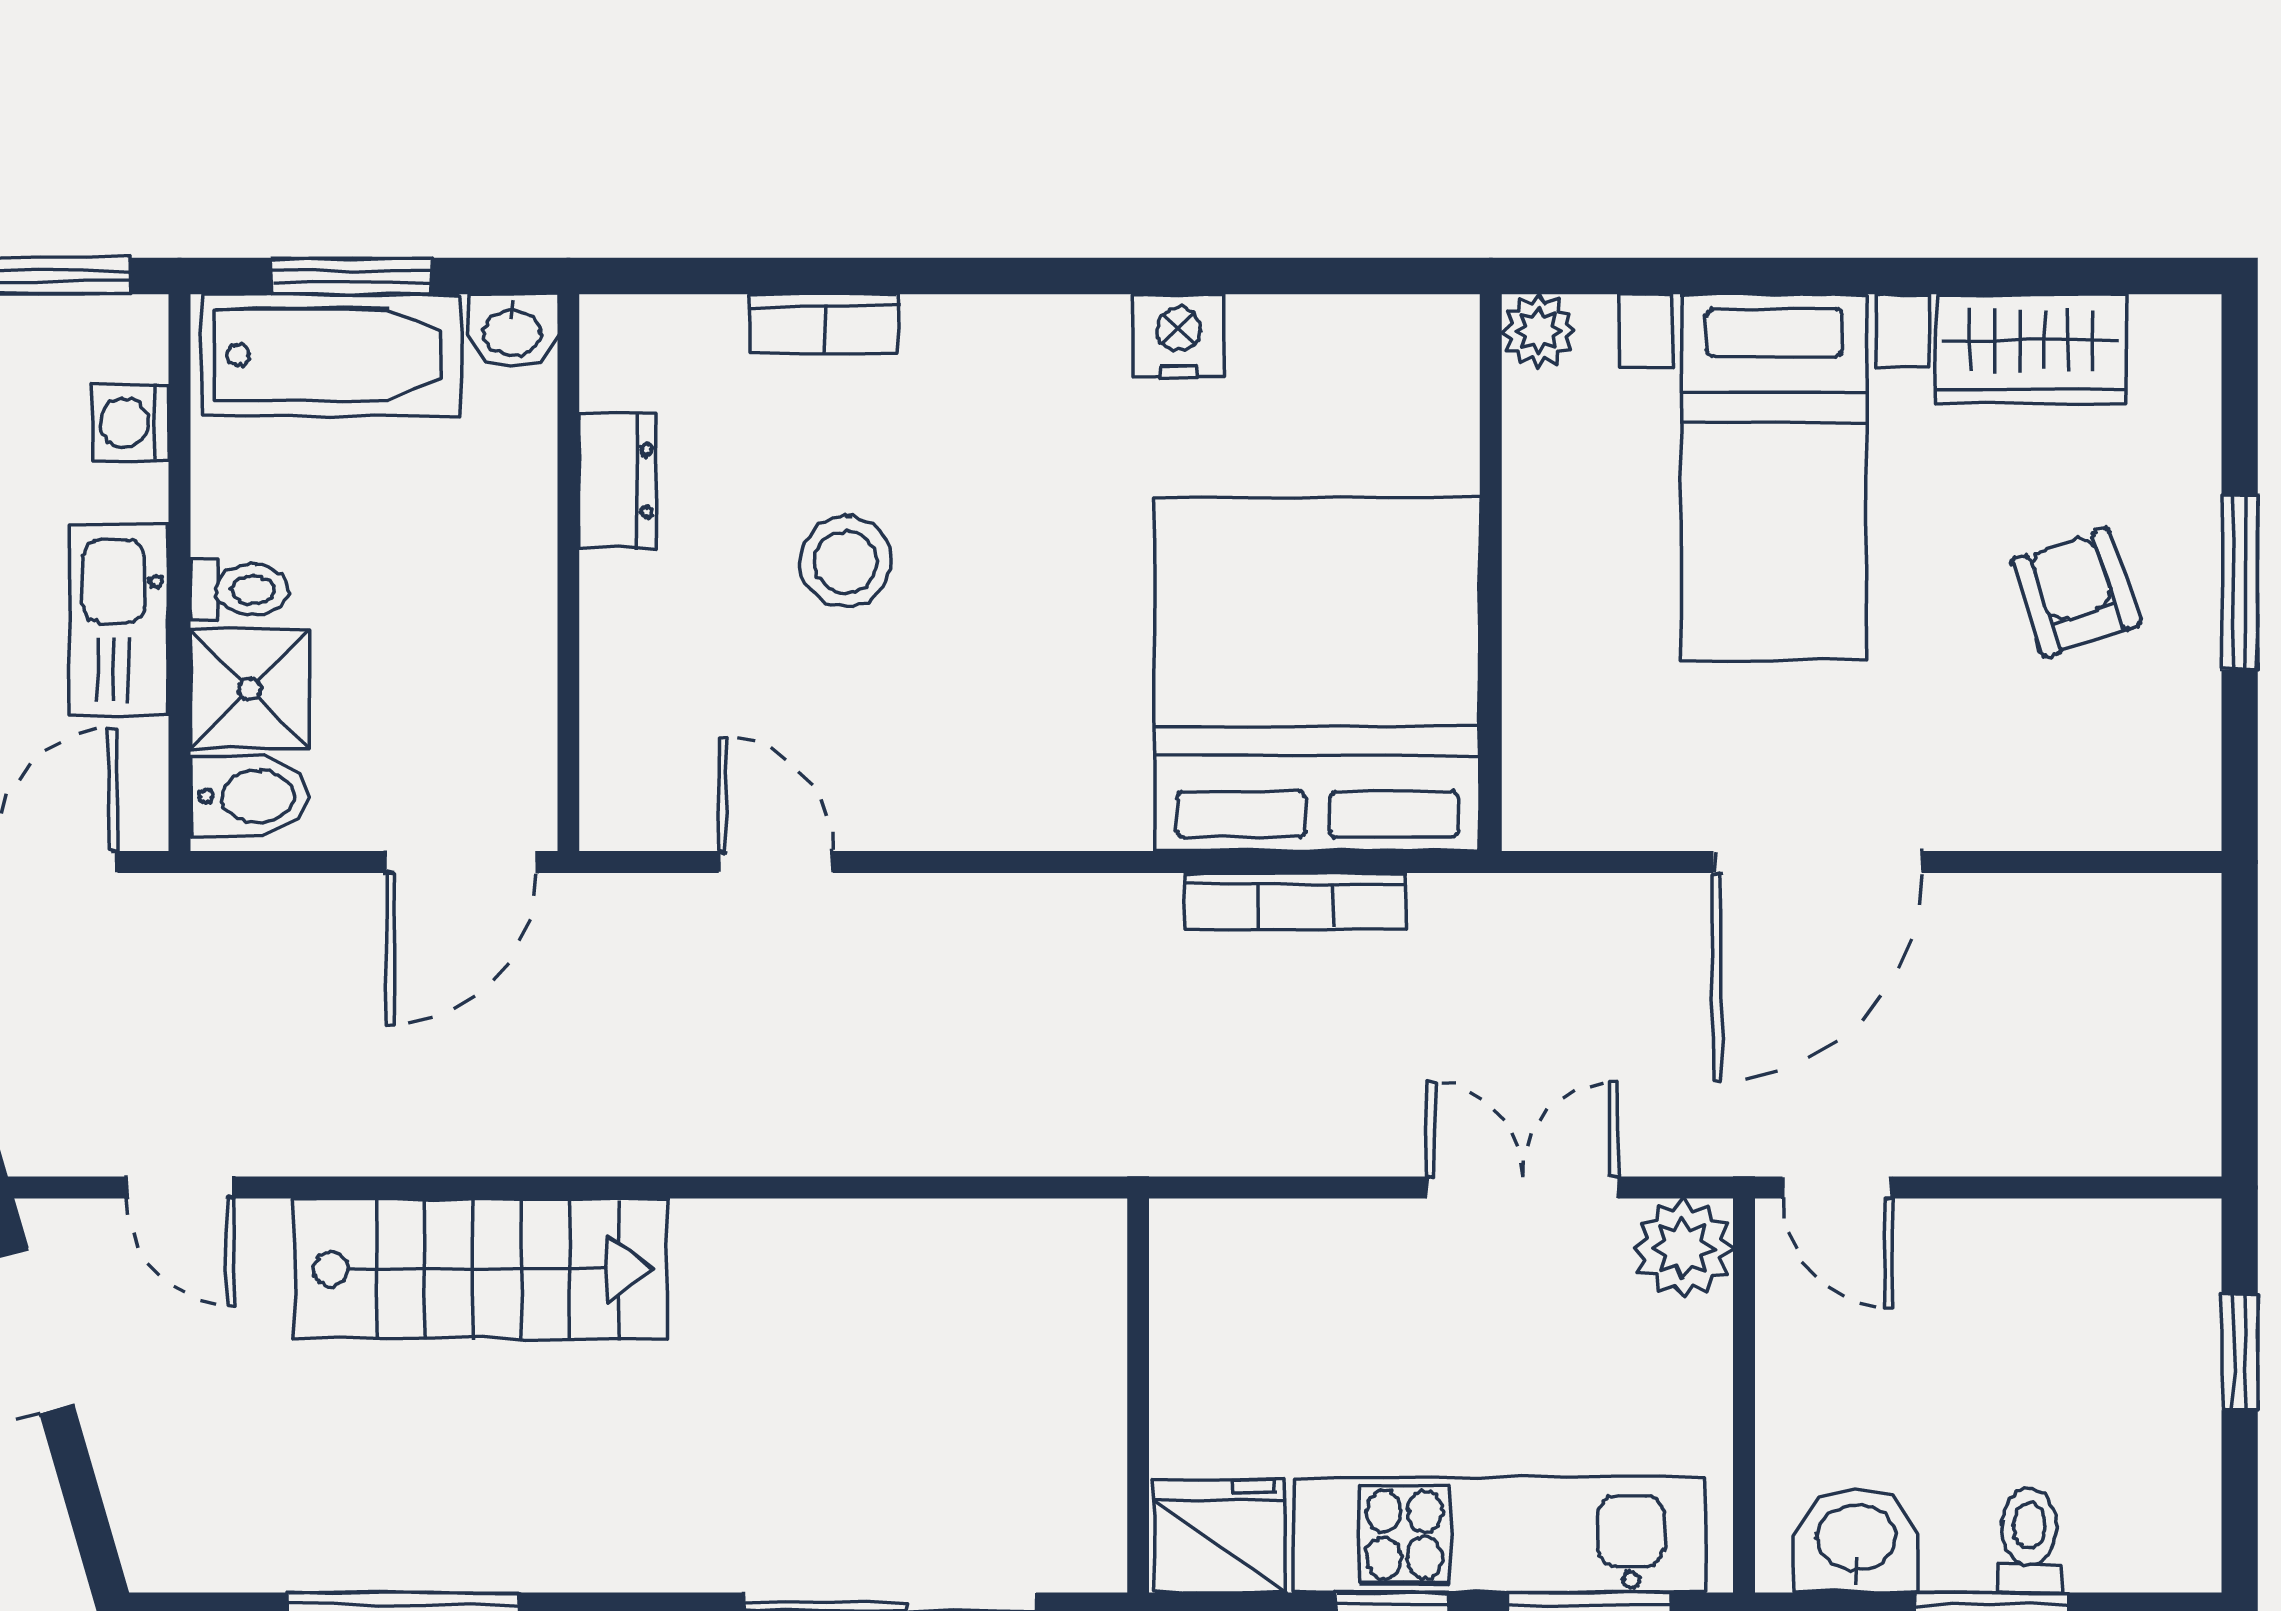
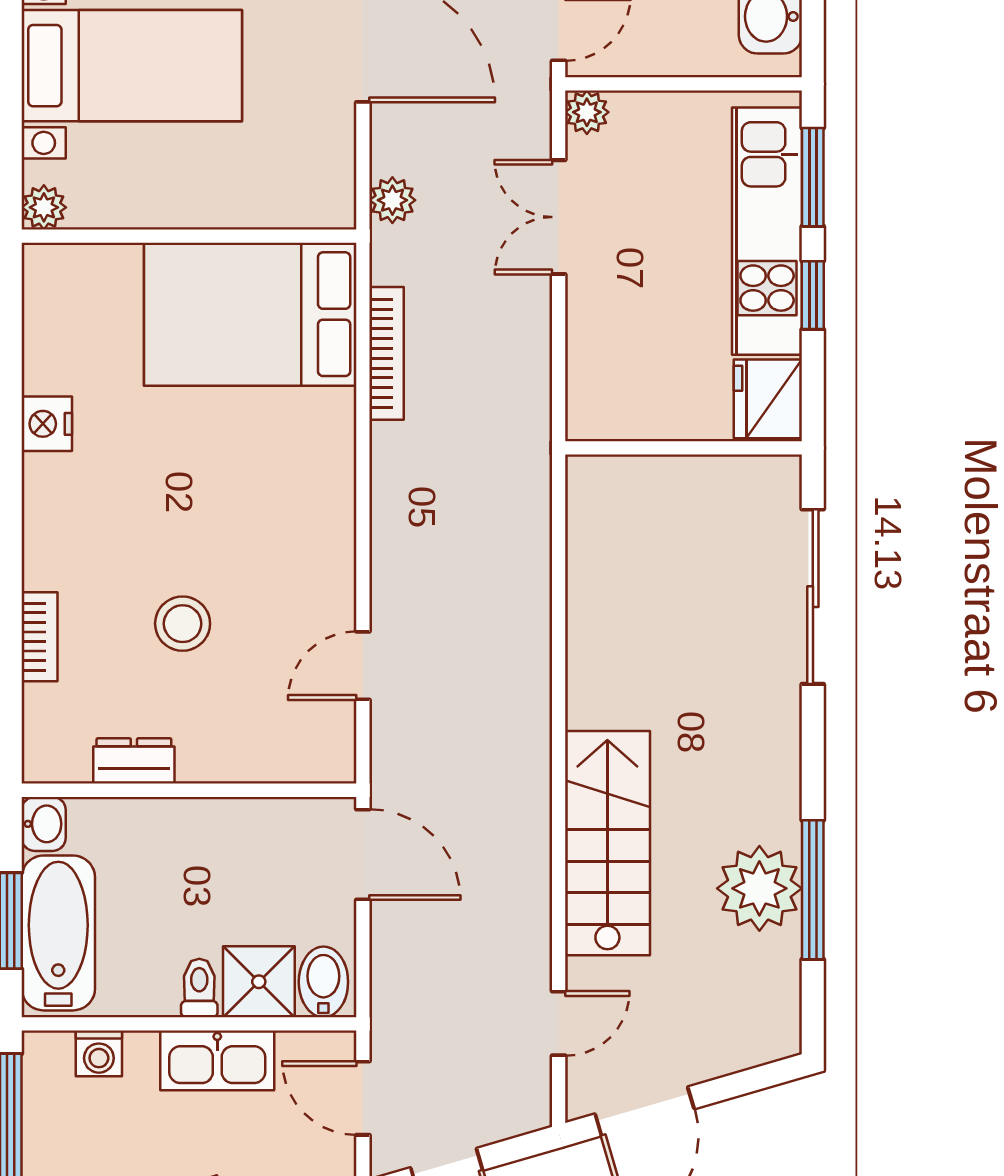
bed: (1317, 674) -> (250, 314), width x0.73
plant: (1551, 911) -> (392, 200), added
plant: (1683, 1248) -> (587, 112), width x0.73, depth x0.73
plant: (405, 1522) -> (759, 888), added

